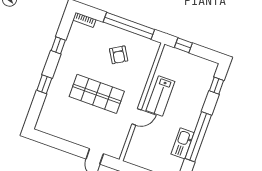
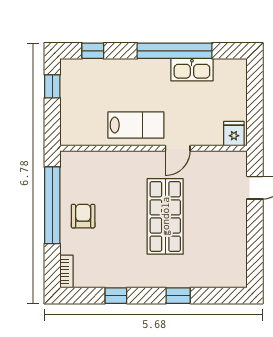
window: (183, 45) -> (52, 86), moved
armchair: (119, 55) -> (83, 216), moved, turned -59
door: (137, 117) -> (178, 148), swing flipped
fridge: (133, 155) -> (234, 134), added

